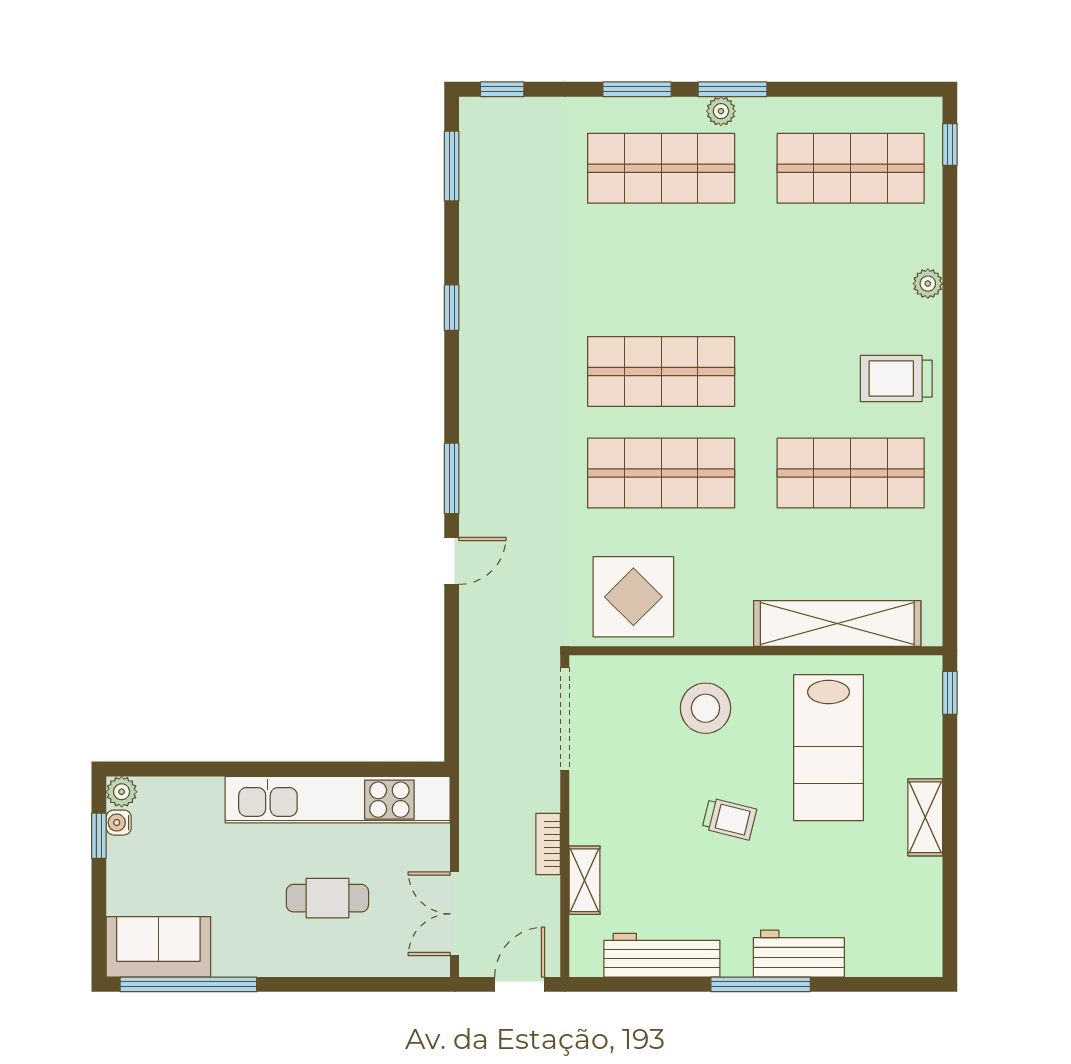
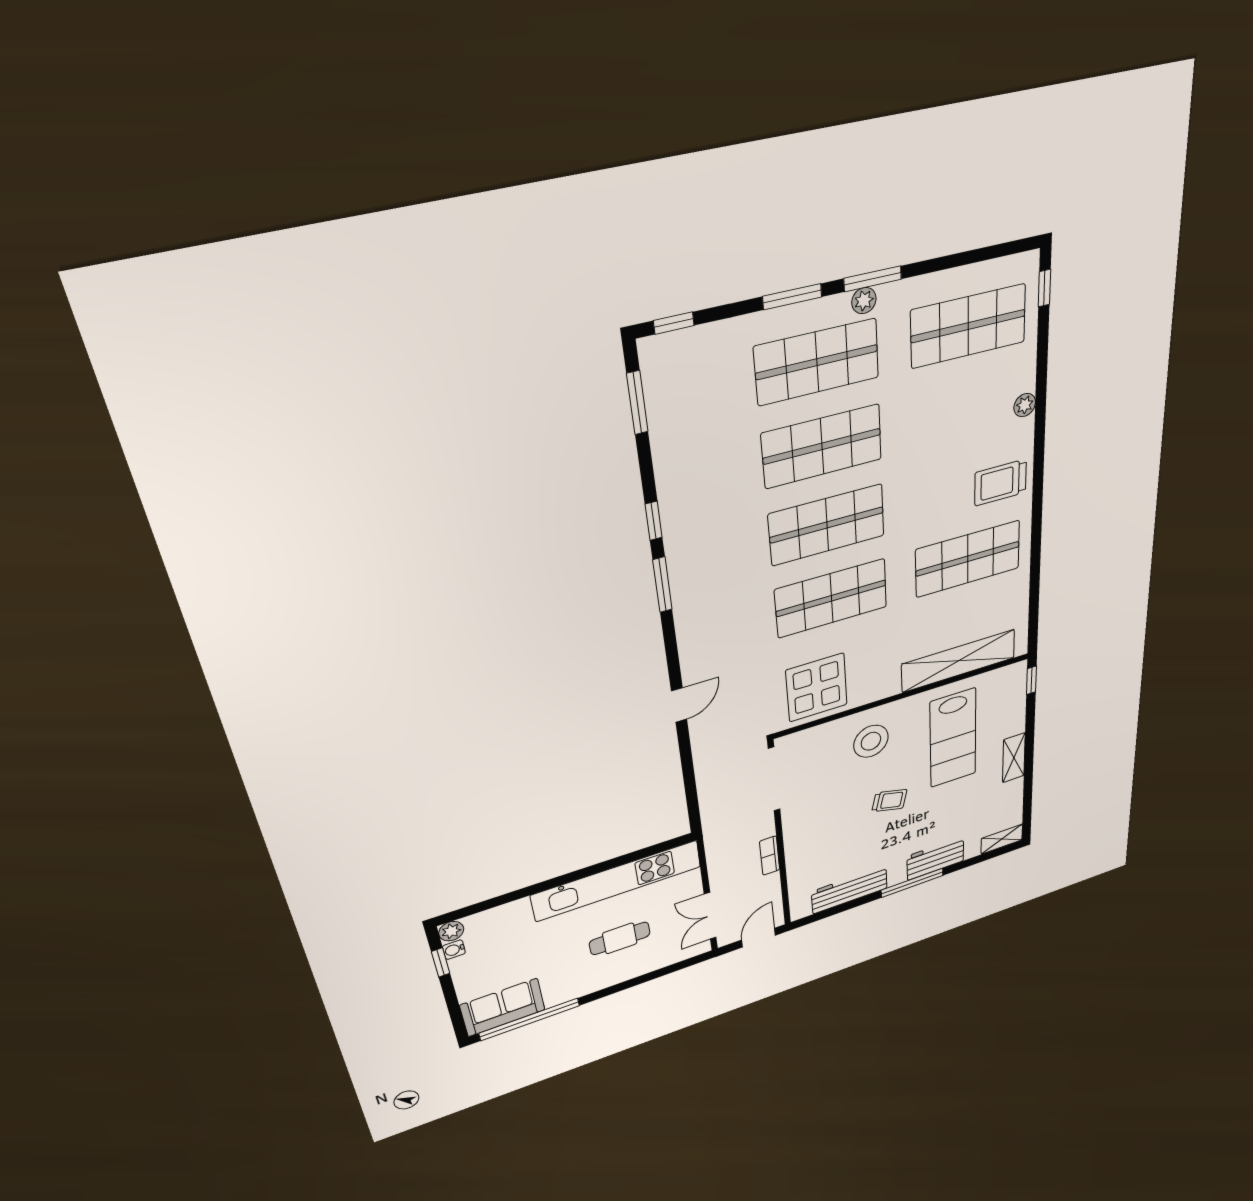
shop shelf: (661, 270) -> (822, 446), added
window: (452, 478) -> (662, 585), moved
shelving: (585, 880) -> (1002, 839), moved, turned 90

